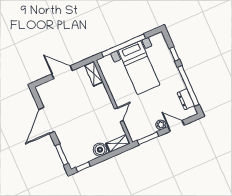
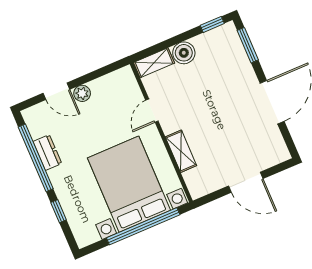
bed with nightstands: (139, 68) -> (129, 184), width x1.36
shelving: (94, 74) -> (181, 151), moved
dresser: (186, 99) -> (47, 152), moved
window: (148, 138) -> (104, 71), removed

